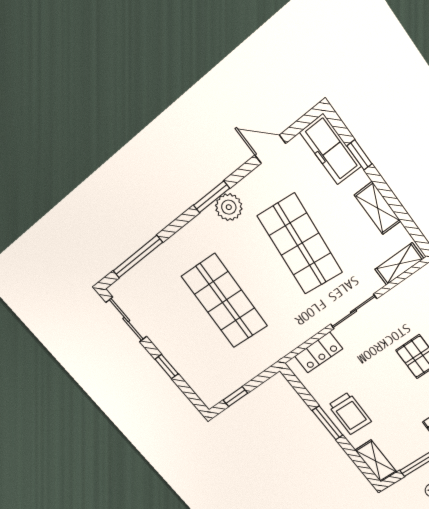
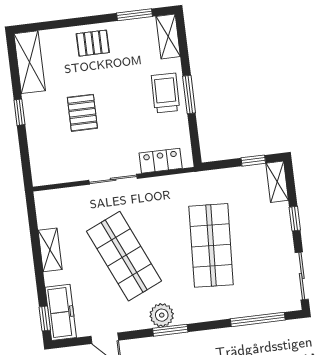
window: (359, 155) -> (45, 319), moved
shop shelf: (300, 244) -> (124, 256), turned -30
shelving: (399, 264) -> (277, 182), moved, turned 90

